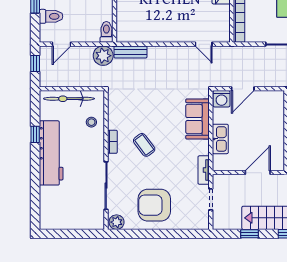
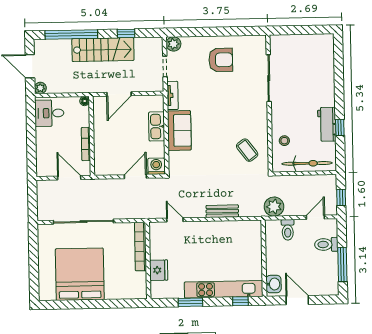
toilet: (106, 32) -> (288, 230), moved
bench: (130, 52) -> (222, 211), moved
sofa: (197, 119) -> (179, 130), moved
bookcase: (112, 142) -> (263, 122), removed
coffee table: (144, 145) -> (247, 150), moved
workbench: (51, 153) -> (327, 124), width x0.53, depth x0.76
armchair: (154, 205) -> (221, 60), width x0.73, depth x0.73
plant: (117, 222) -> (173, 44), moved

